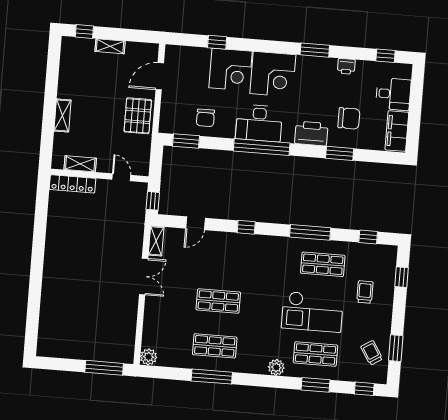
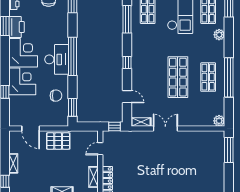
printer: (311, 134) -> (16, 27), moved, turned 180
shop shelf: (218, 301) -> (178, 77), width x1.43, depth x1.36
window: (212, 377) -> (229, 77), width x1.46

